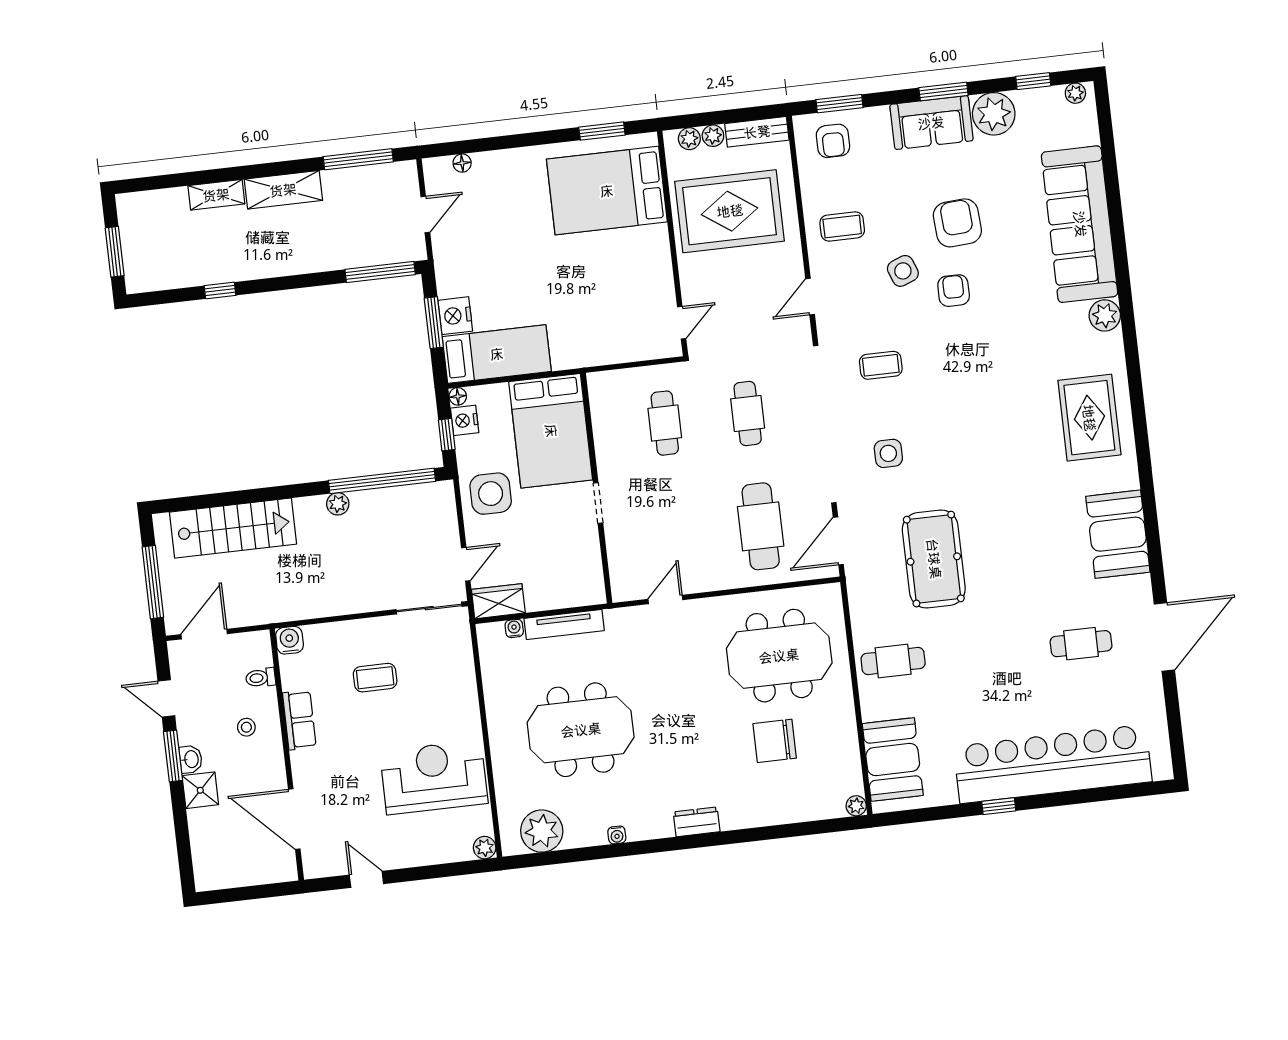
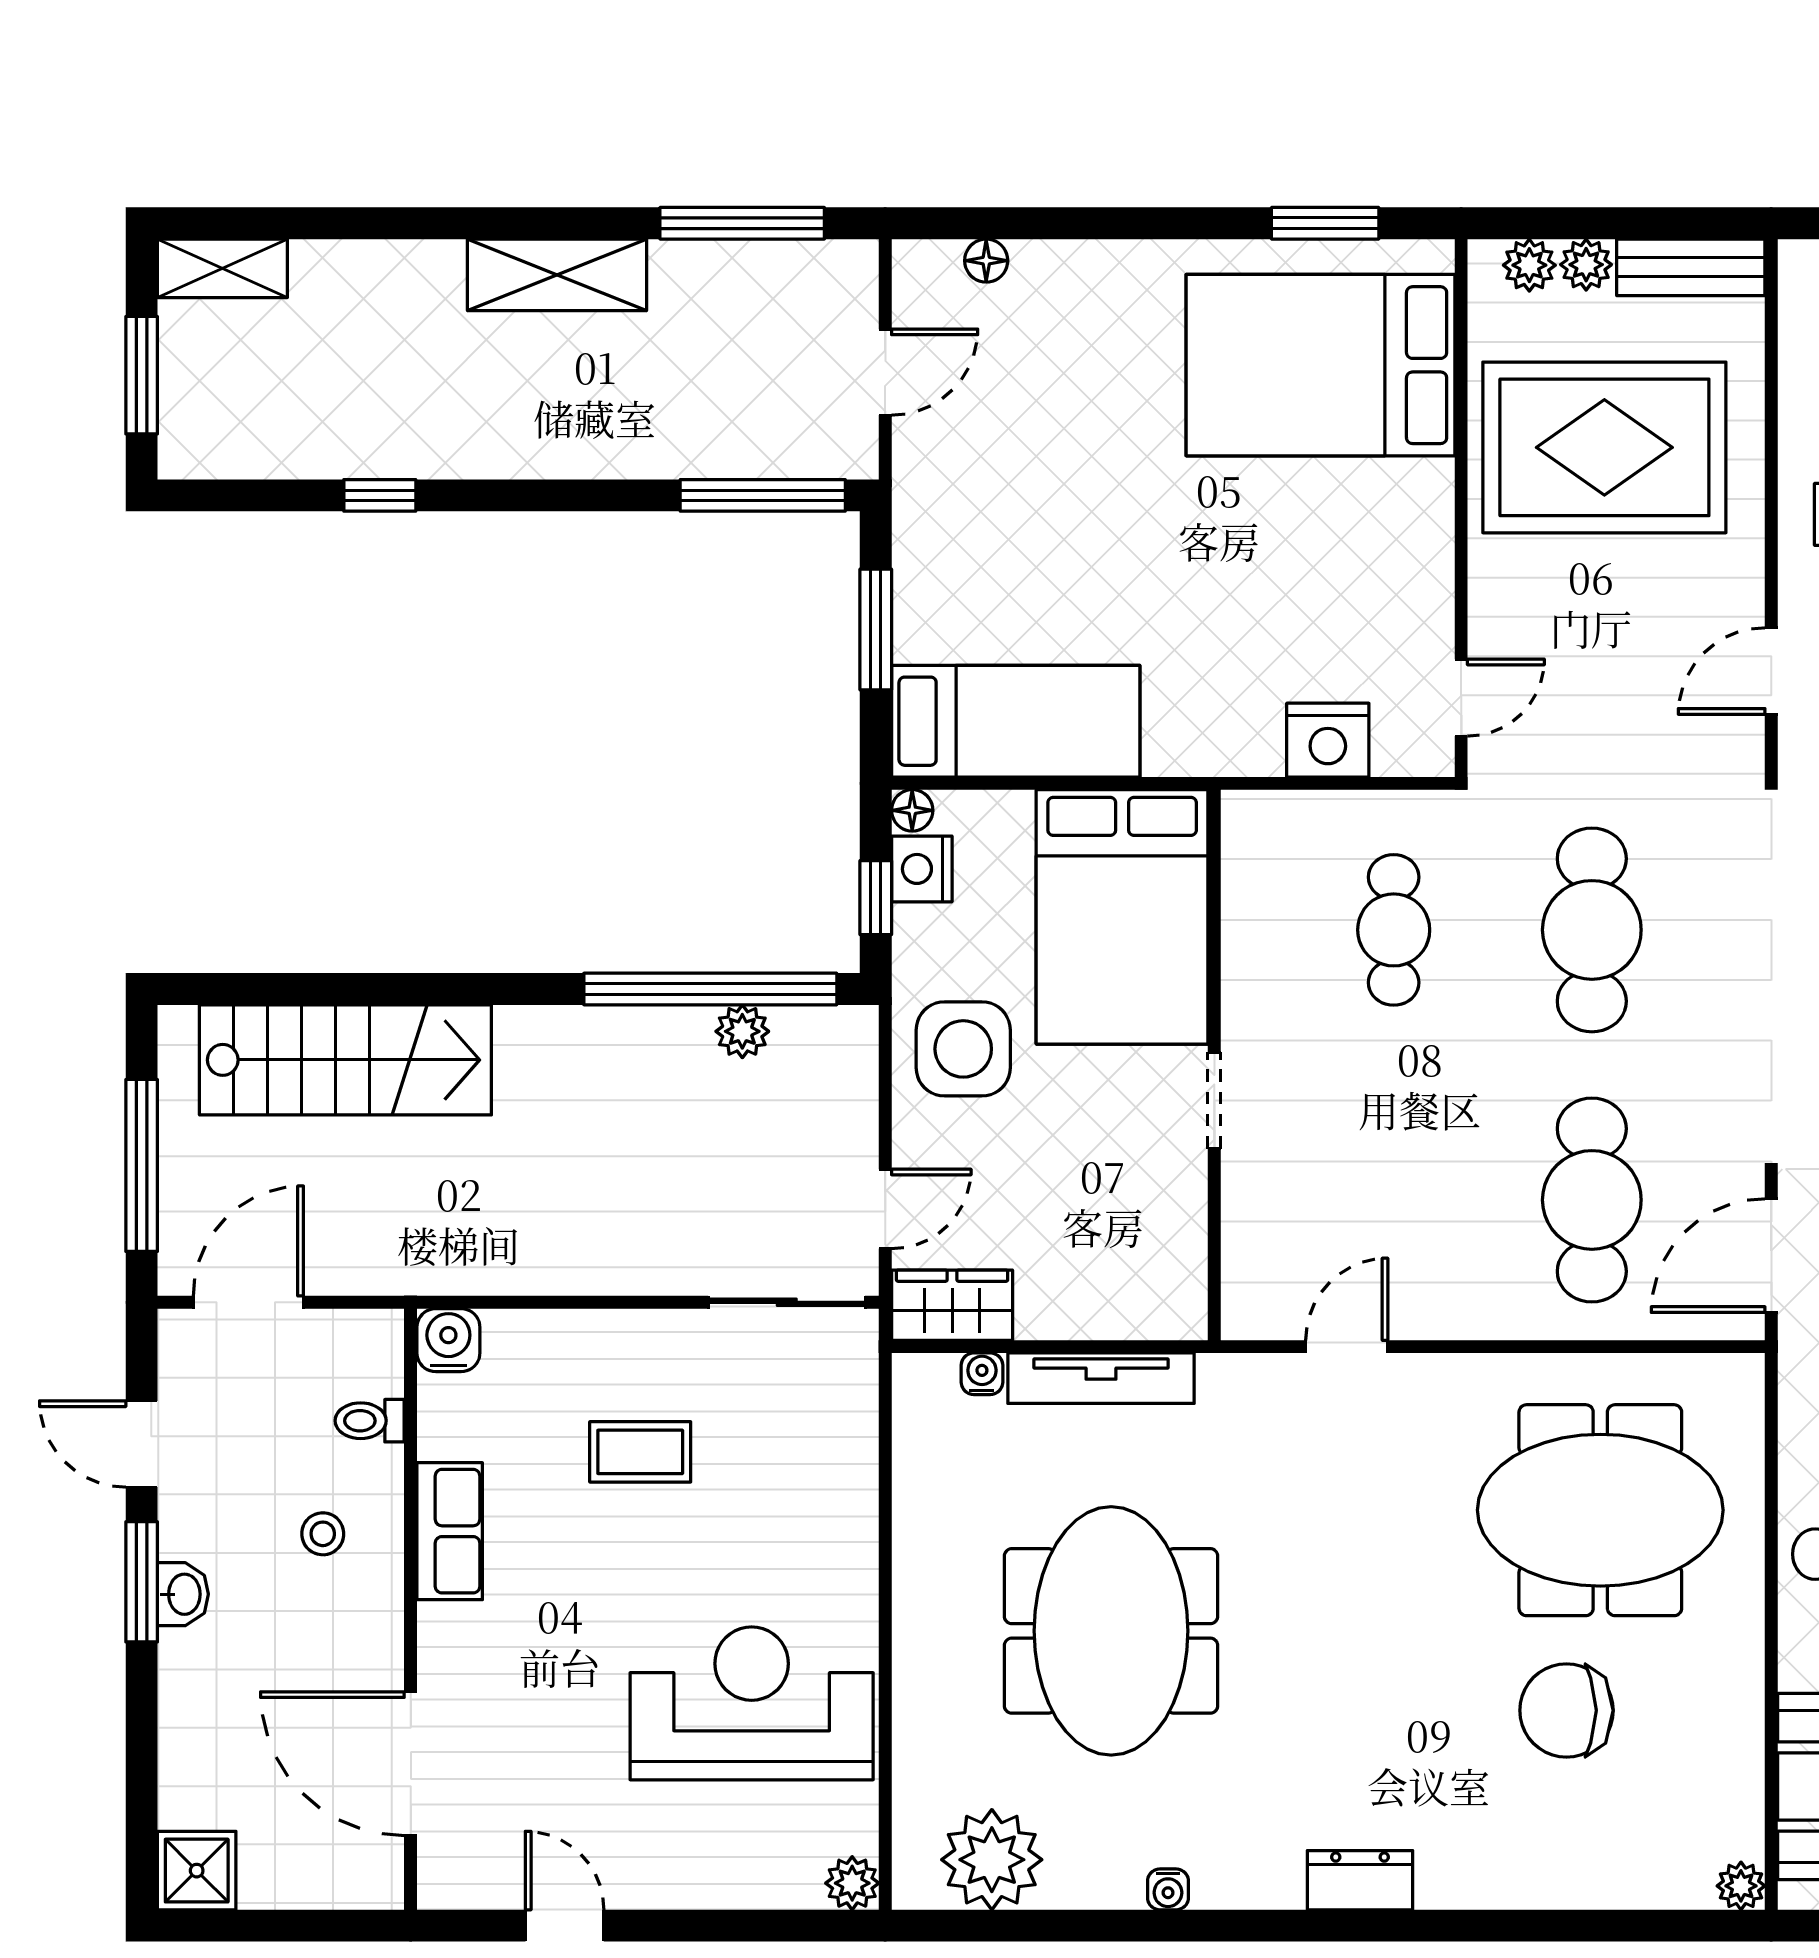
shelving: (216, 195) -> (222, 268), moved
nightstand: (455, 316) -> (1328, 740), moved, turned -90
cafe table: (748, 413) -> (1592, 930), width x1.37, depth x1.35
plant: (338, 504) -> (742, 1031), moved
meeting table: (581, 730) -> (1111, 1631), turned 90
shower: (200, 790) -> (197, 1871), moved

